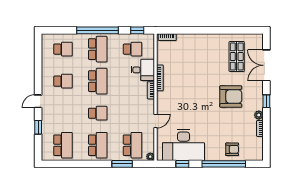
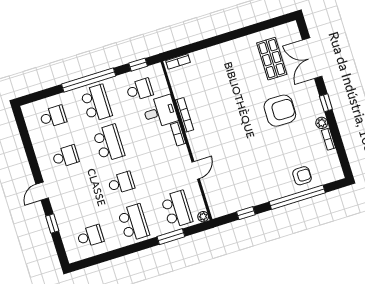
school desk: (63, 145) -> (90, 236), width x0.54
desk: (184, 145) -> (240, 189), removed

